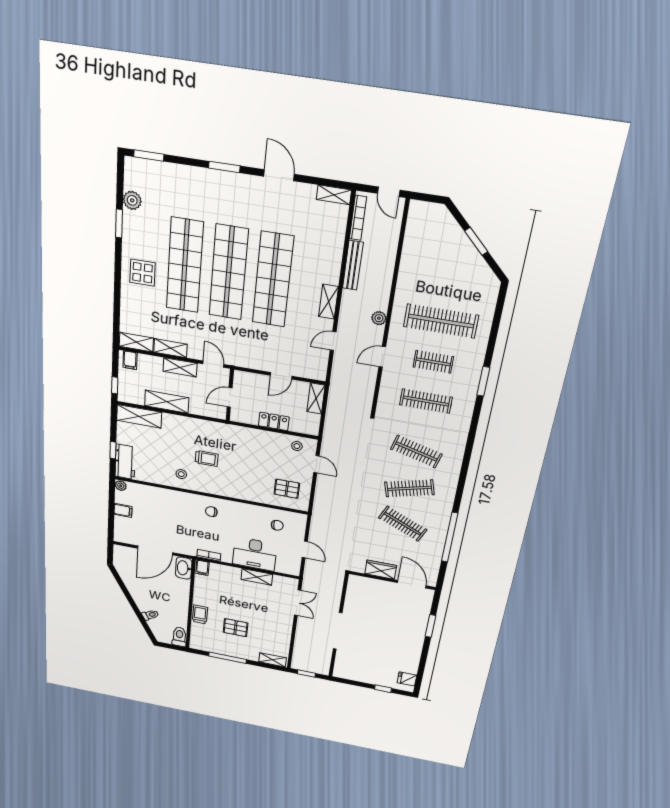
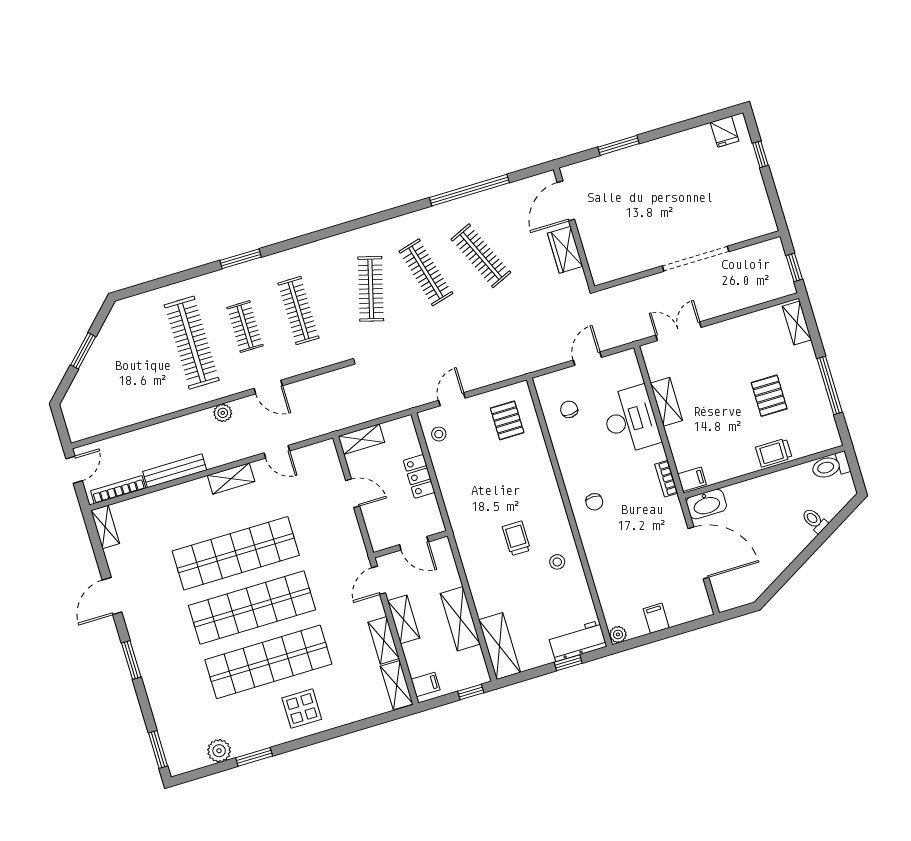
clothes rail: (403, 524) -> (481, 256), turned -48

